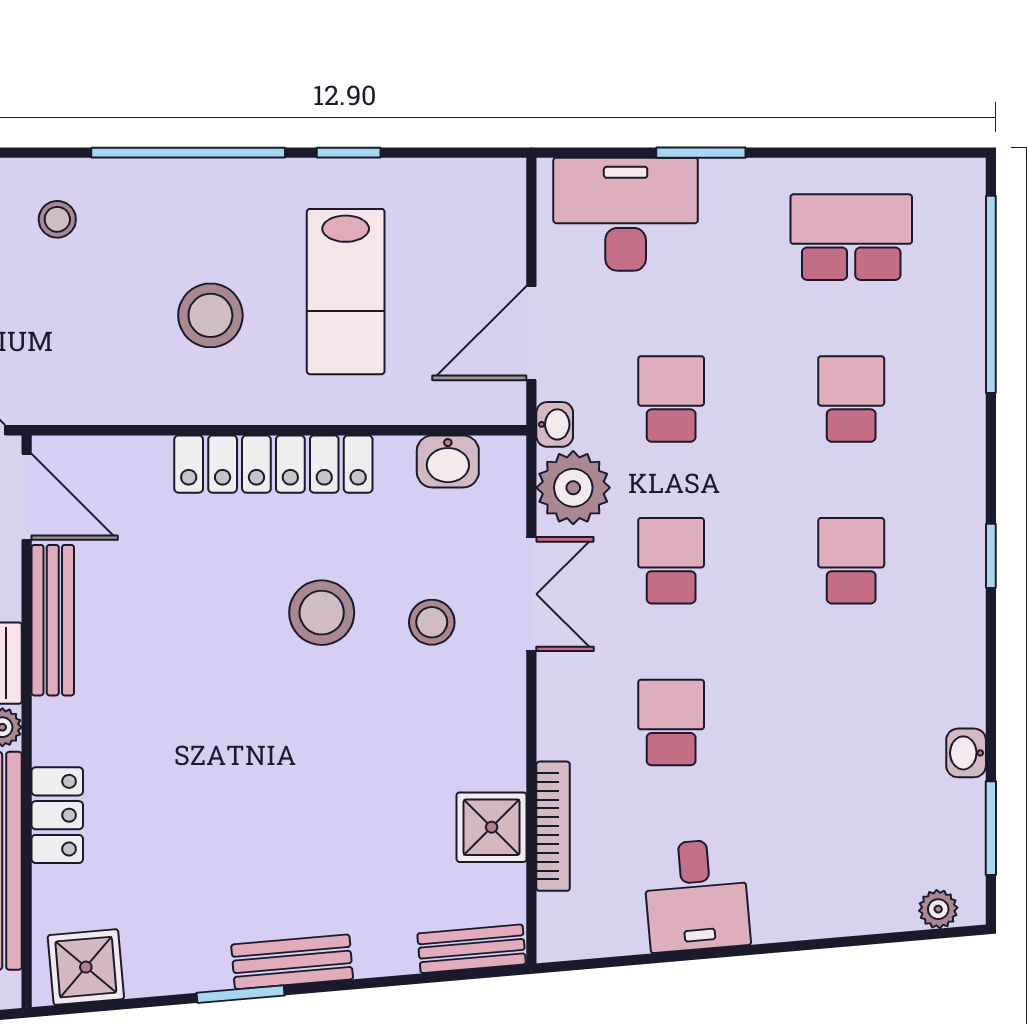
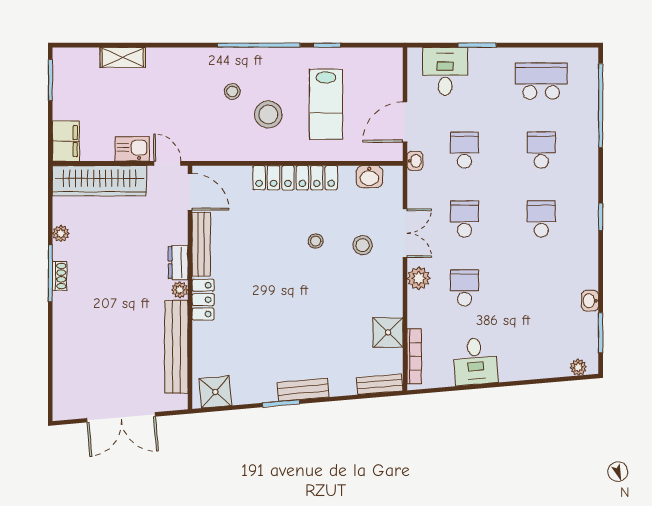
desk: (626, 214) -> (445, 71), width x0.73
stool: (57, 219) -> (232, 91), moved
plant: (573, 488) -> (419, 278), moved, width x0.73, depth x0.73
stool: (322, 613) -> (316, 241), width x0.53, depth x0.53
locker: (57, 815) -> (203, 300), moved
bookcase: (553, 826) -> (414, 356), moved

